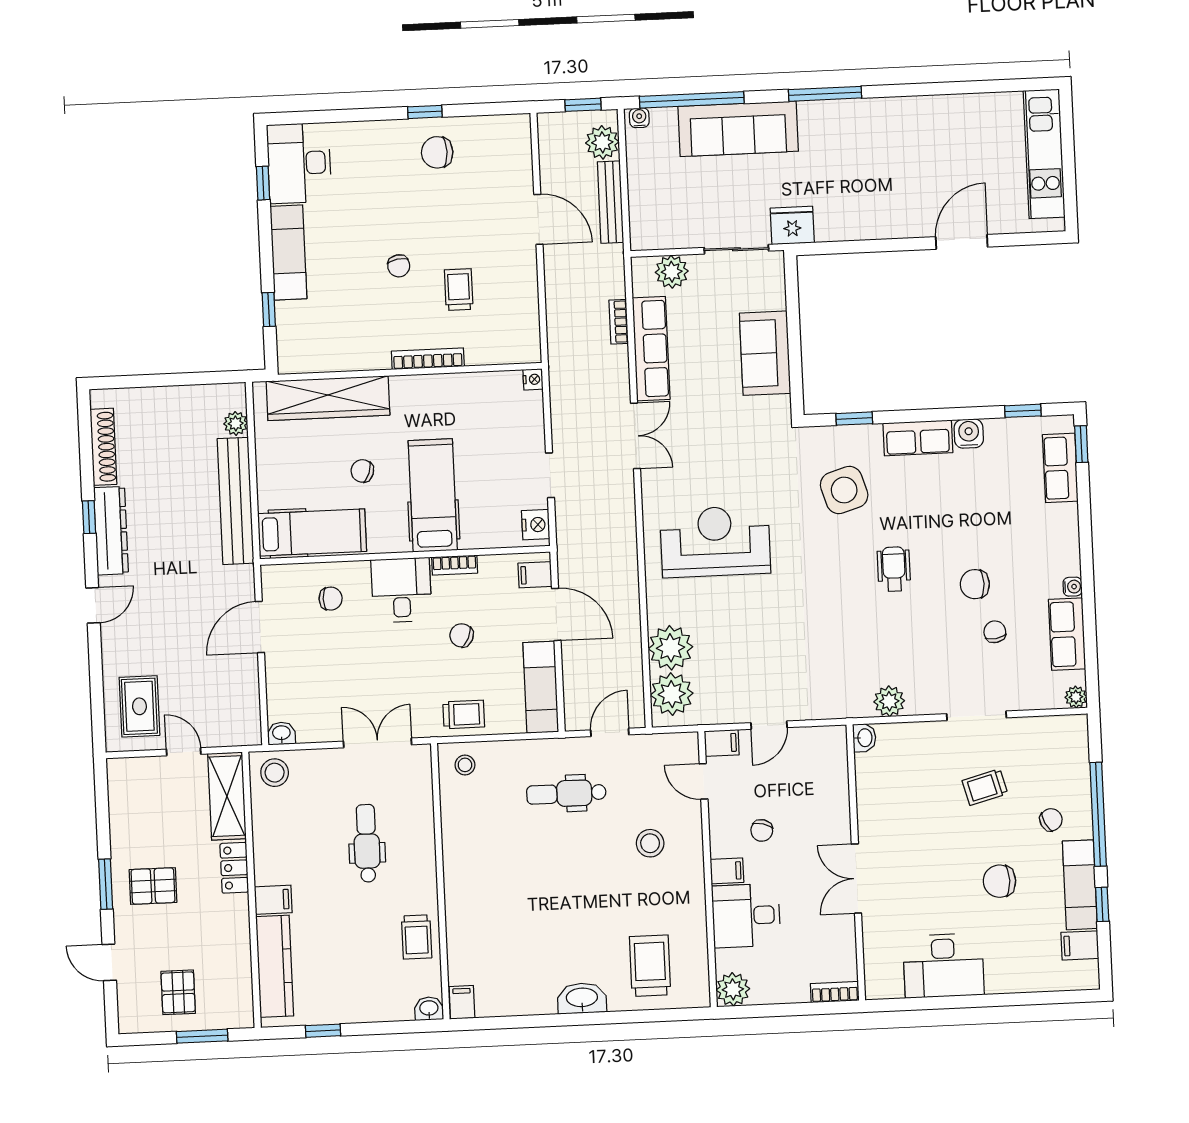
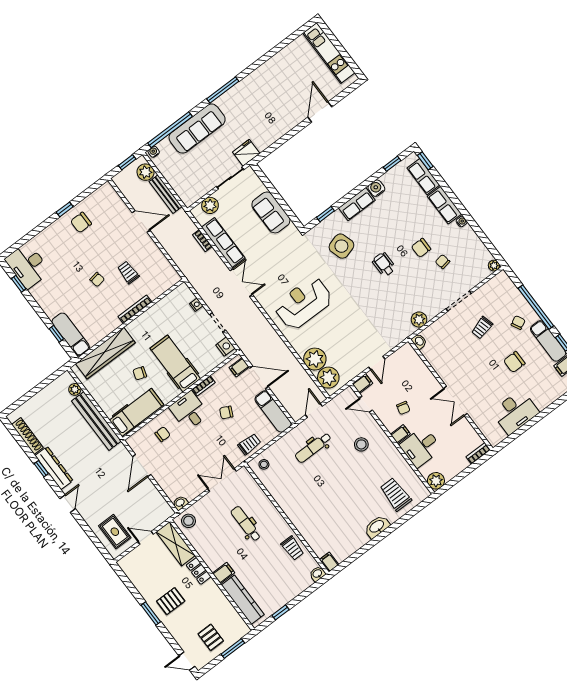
exam couch: (288, 252) -> (71, 334), moved
nightstand: (533, 379) -> (196, 305), moved
row of seats: (1067, 634) -> (445, 205), moved
door: (109, 962) -> (187, 661), moved

